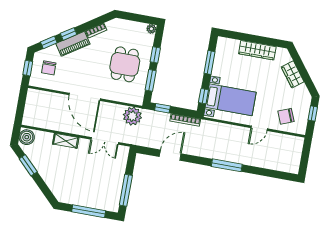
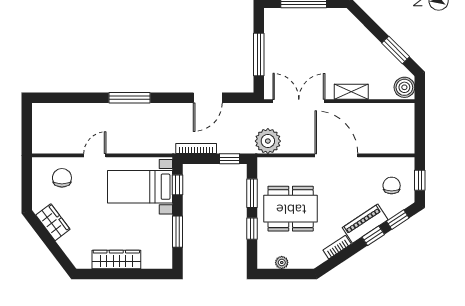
plant: (151, 29) -> (282, 262), moved
dining table: (125, 64) -> (291, 209), width x1.38
wardrobe: (293, 74) -> (53, 222), moved
window: (313, 113) -> (27, 188), removed
chair: (286, 116) -> (62, 178), turned -68
double door: (105, 141) -> (299, 101), width x1.37
window: (126, 190) -> (259, 54), moved

